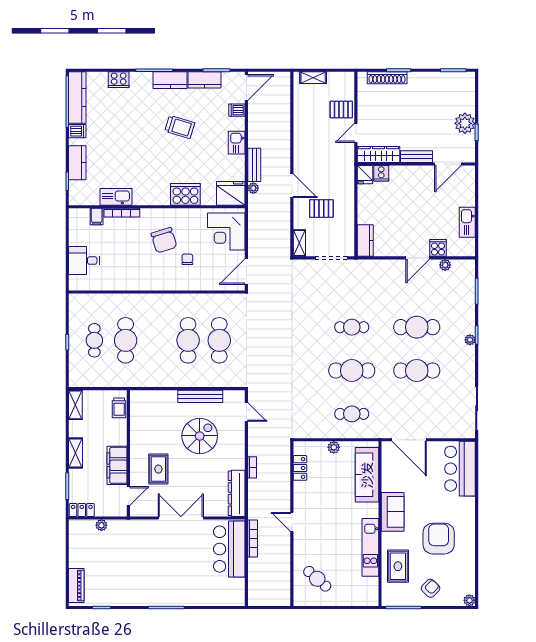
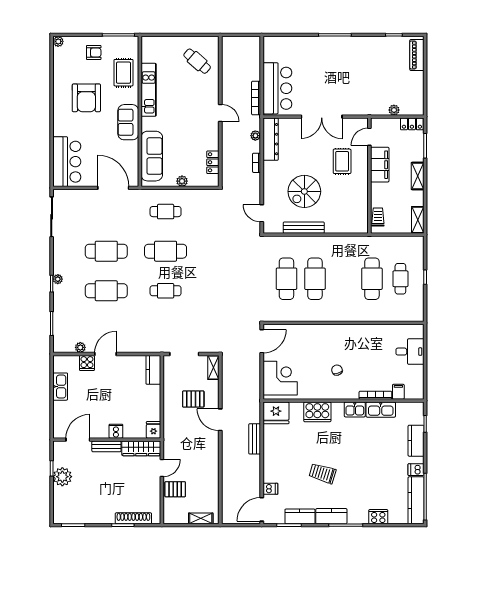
kitchen sink: (237, 143) -> (355, 409), moved, turned 90
cooker: (381, 173) -> (116, 431), moved
plant: (253, 188) -> (255, 136), moved
chair: (164, 240) -> (337, 370), width x0.54, depth x0.54
chair: (187, 259) -> (316, 353), removed
armchair: (431, 588) -> (94, 53), turned -134

